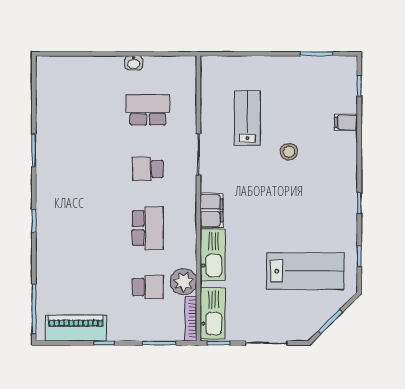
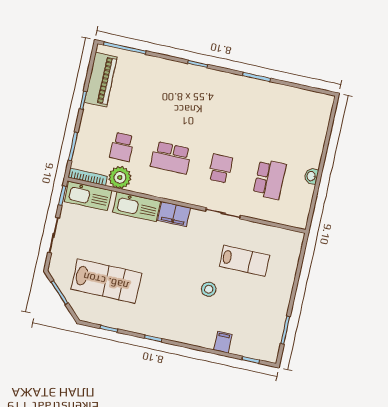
lab bench: (305, 271) -> (106, 281), turned -90

